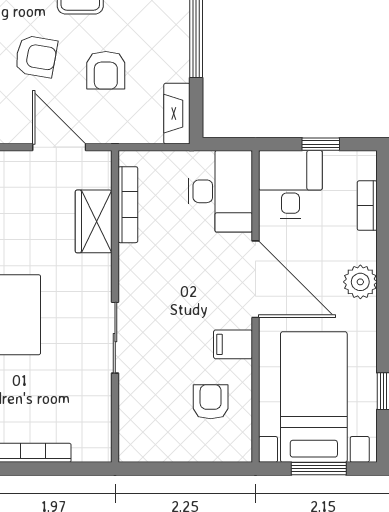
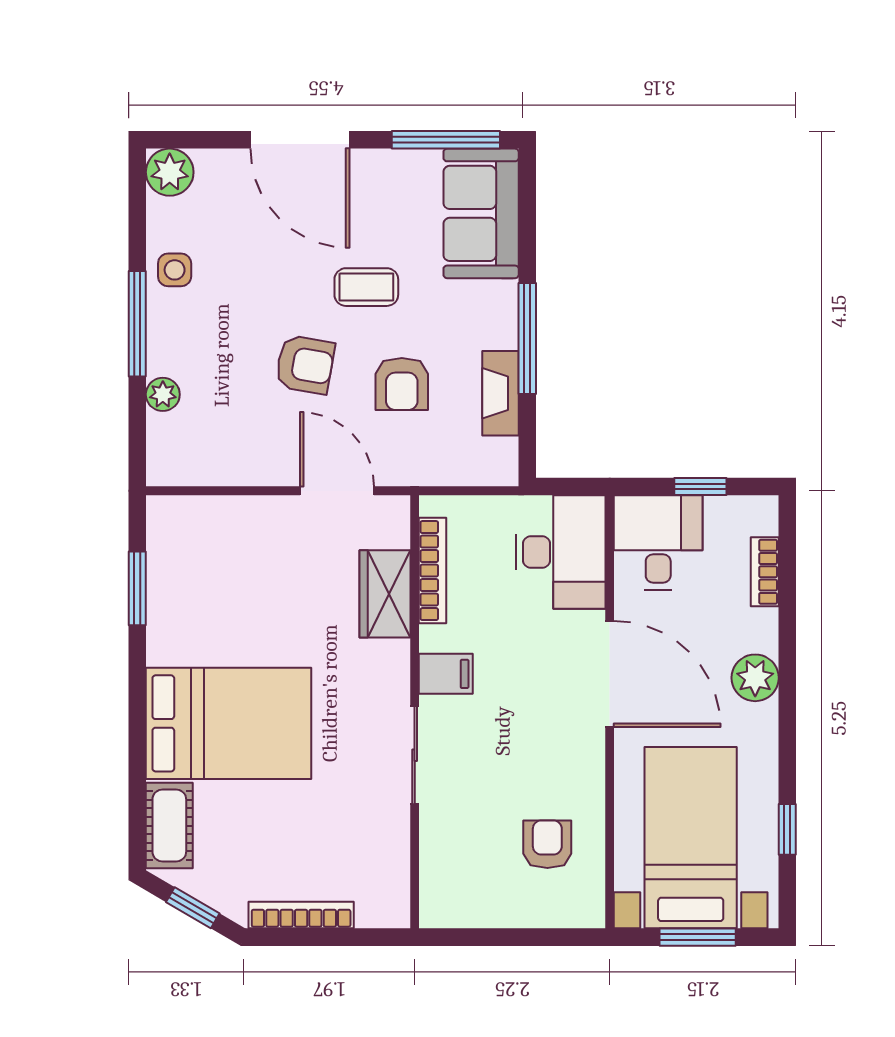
fireplace: (177, 114) -> (501, 393), moved
filing cabinet: (233, 344) -> (446, 674), moved, turned 180

